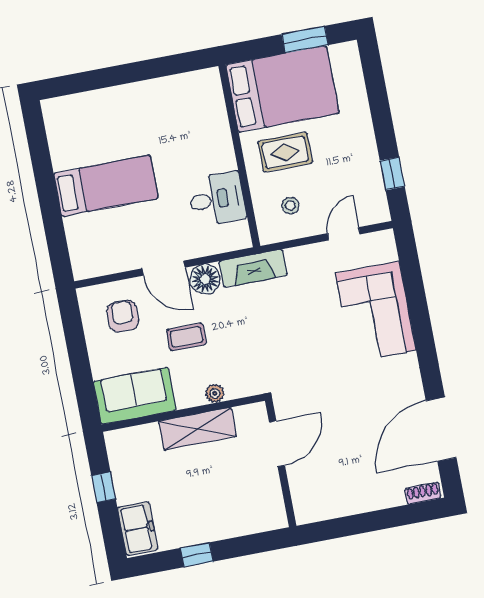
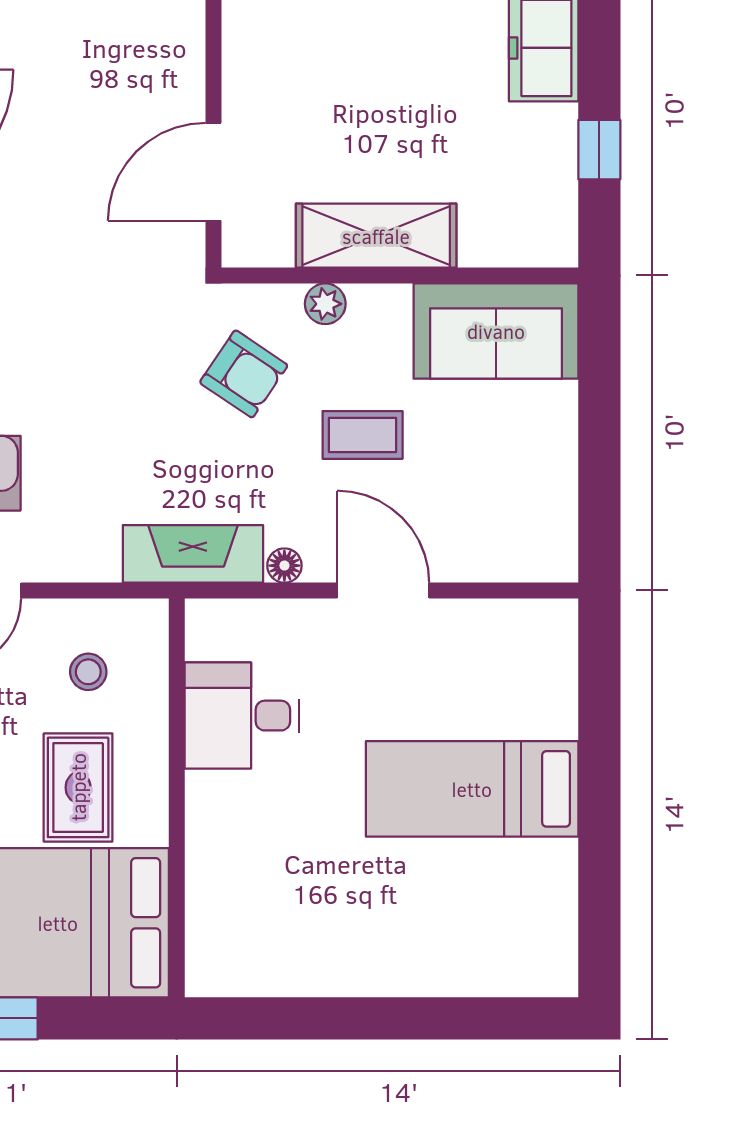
rug: (285, 152) -> (78, 787), turned 90
floor lamp: (205, 279) -> (284, 566), width x0.53, depth x0.53
armchair: (123, 316) -> (244, 374), moved, turned -56

